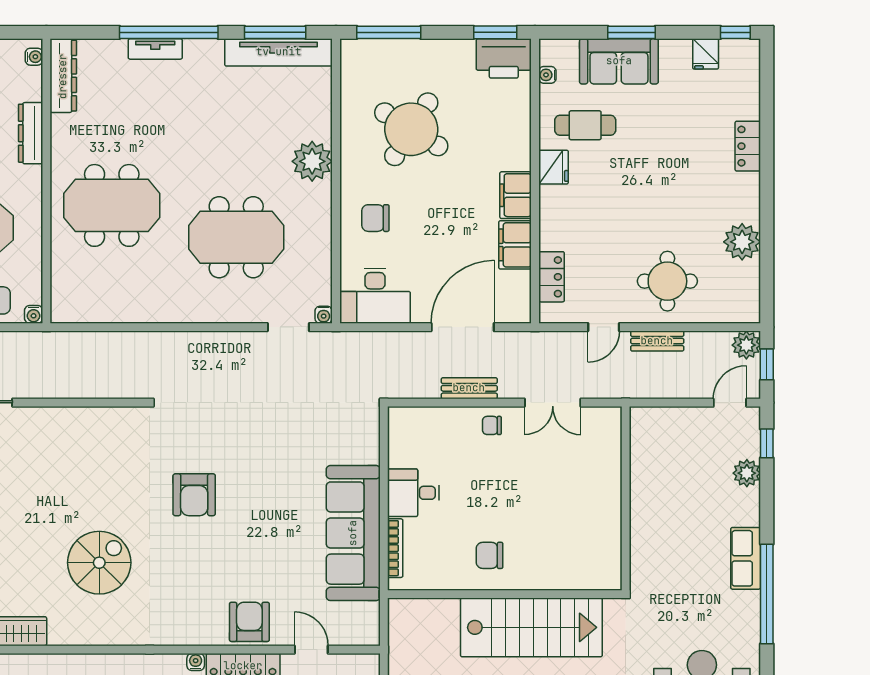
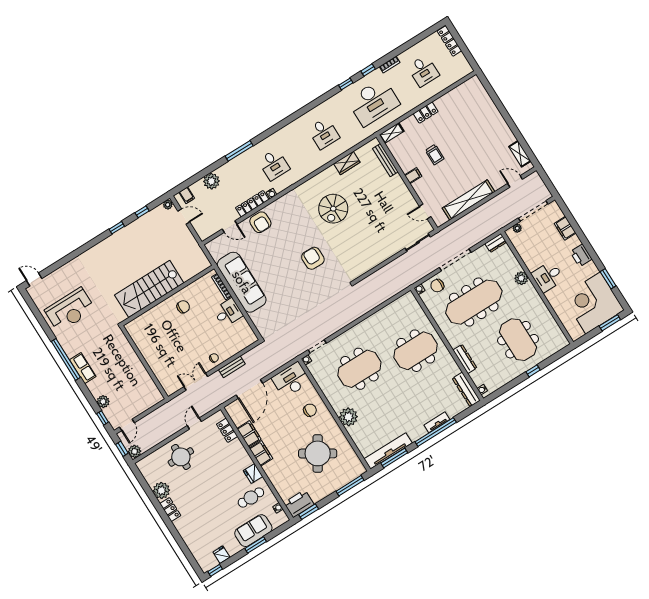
locker: (748, 146) -> (170, 510), moved
bench: (657, 341) -> (170, 431), removed

